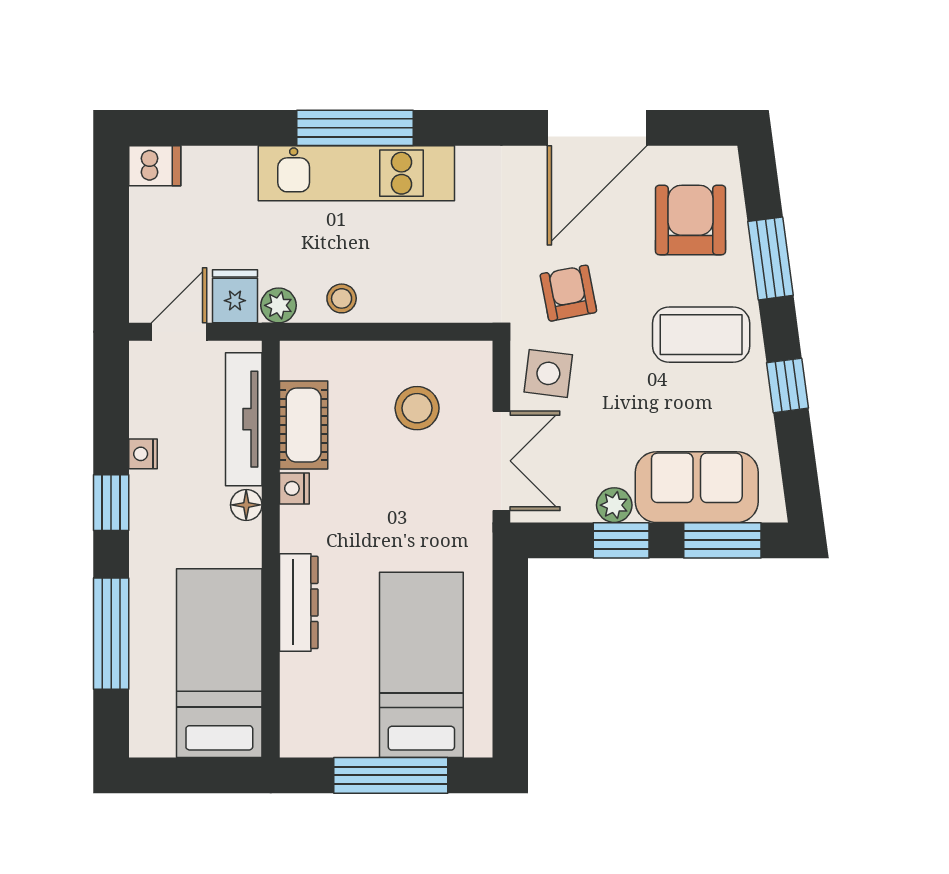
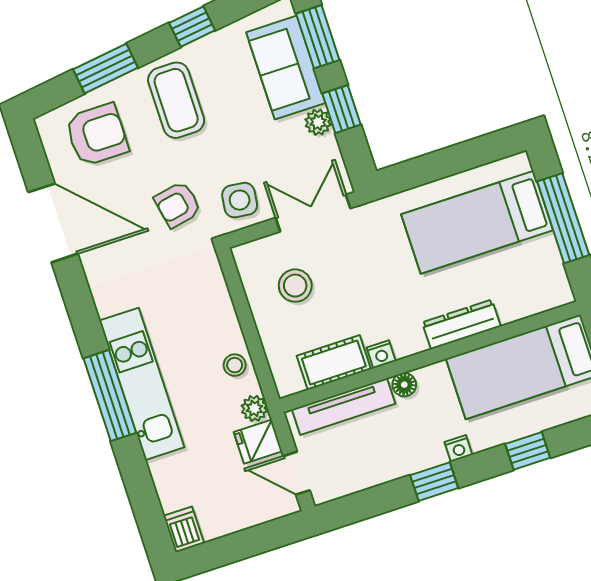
armchair: (690, 220) -> (97, 135), turned 180
nightstand: (143, 454) -> (458, 448), moved
window: (111, 634) -> (528, 451), width x0.46

